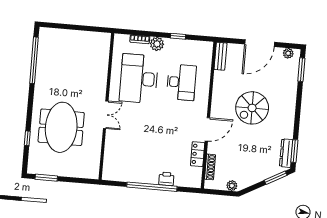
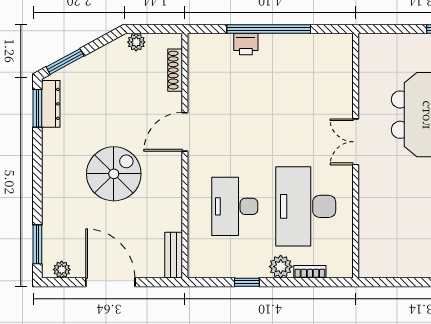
door: (260, 43) -> (110, 282), hinge flipped
desk: (139, 79) -> (306, 206), turned 180
locker: (198, 154) -> (198, 90), removed

